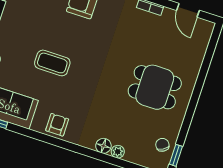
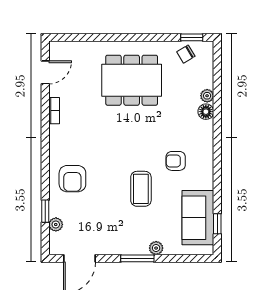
dining table: (155, 87) -> (132, 80), width x1.38
armchair: (57, 125) -> (176, 161), moved

